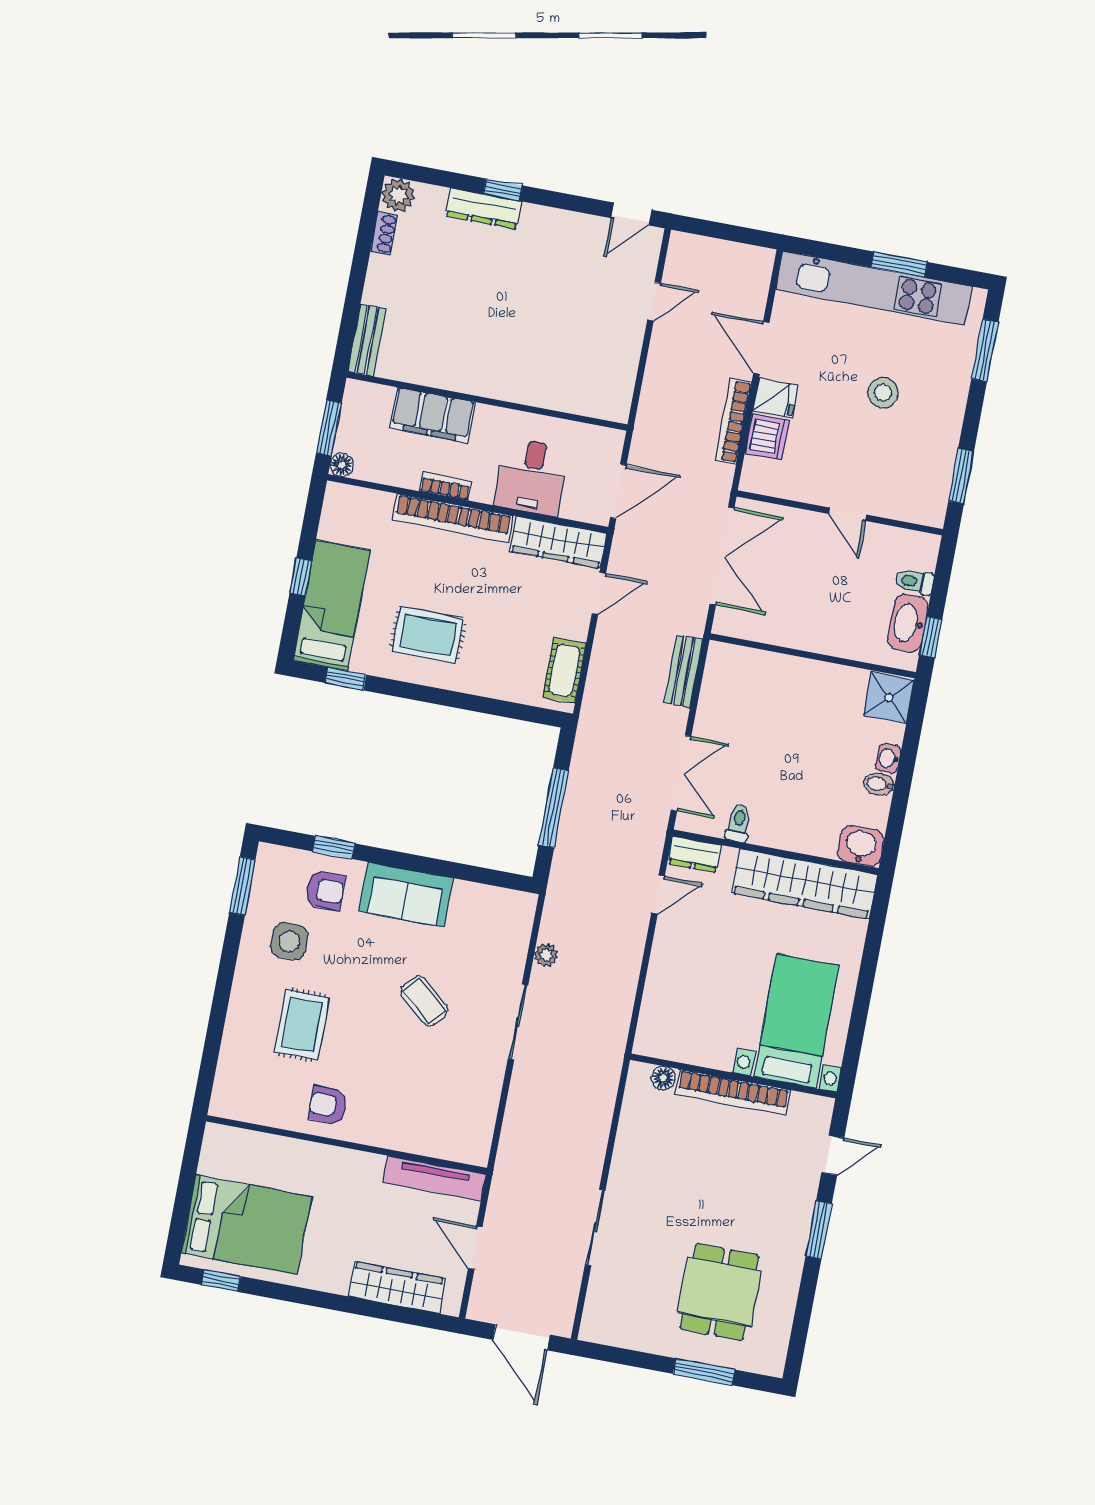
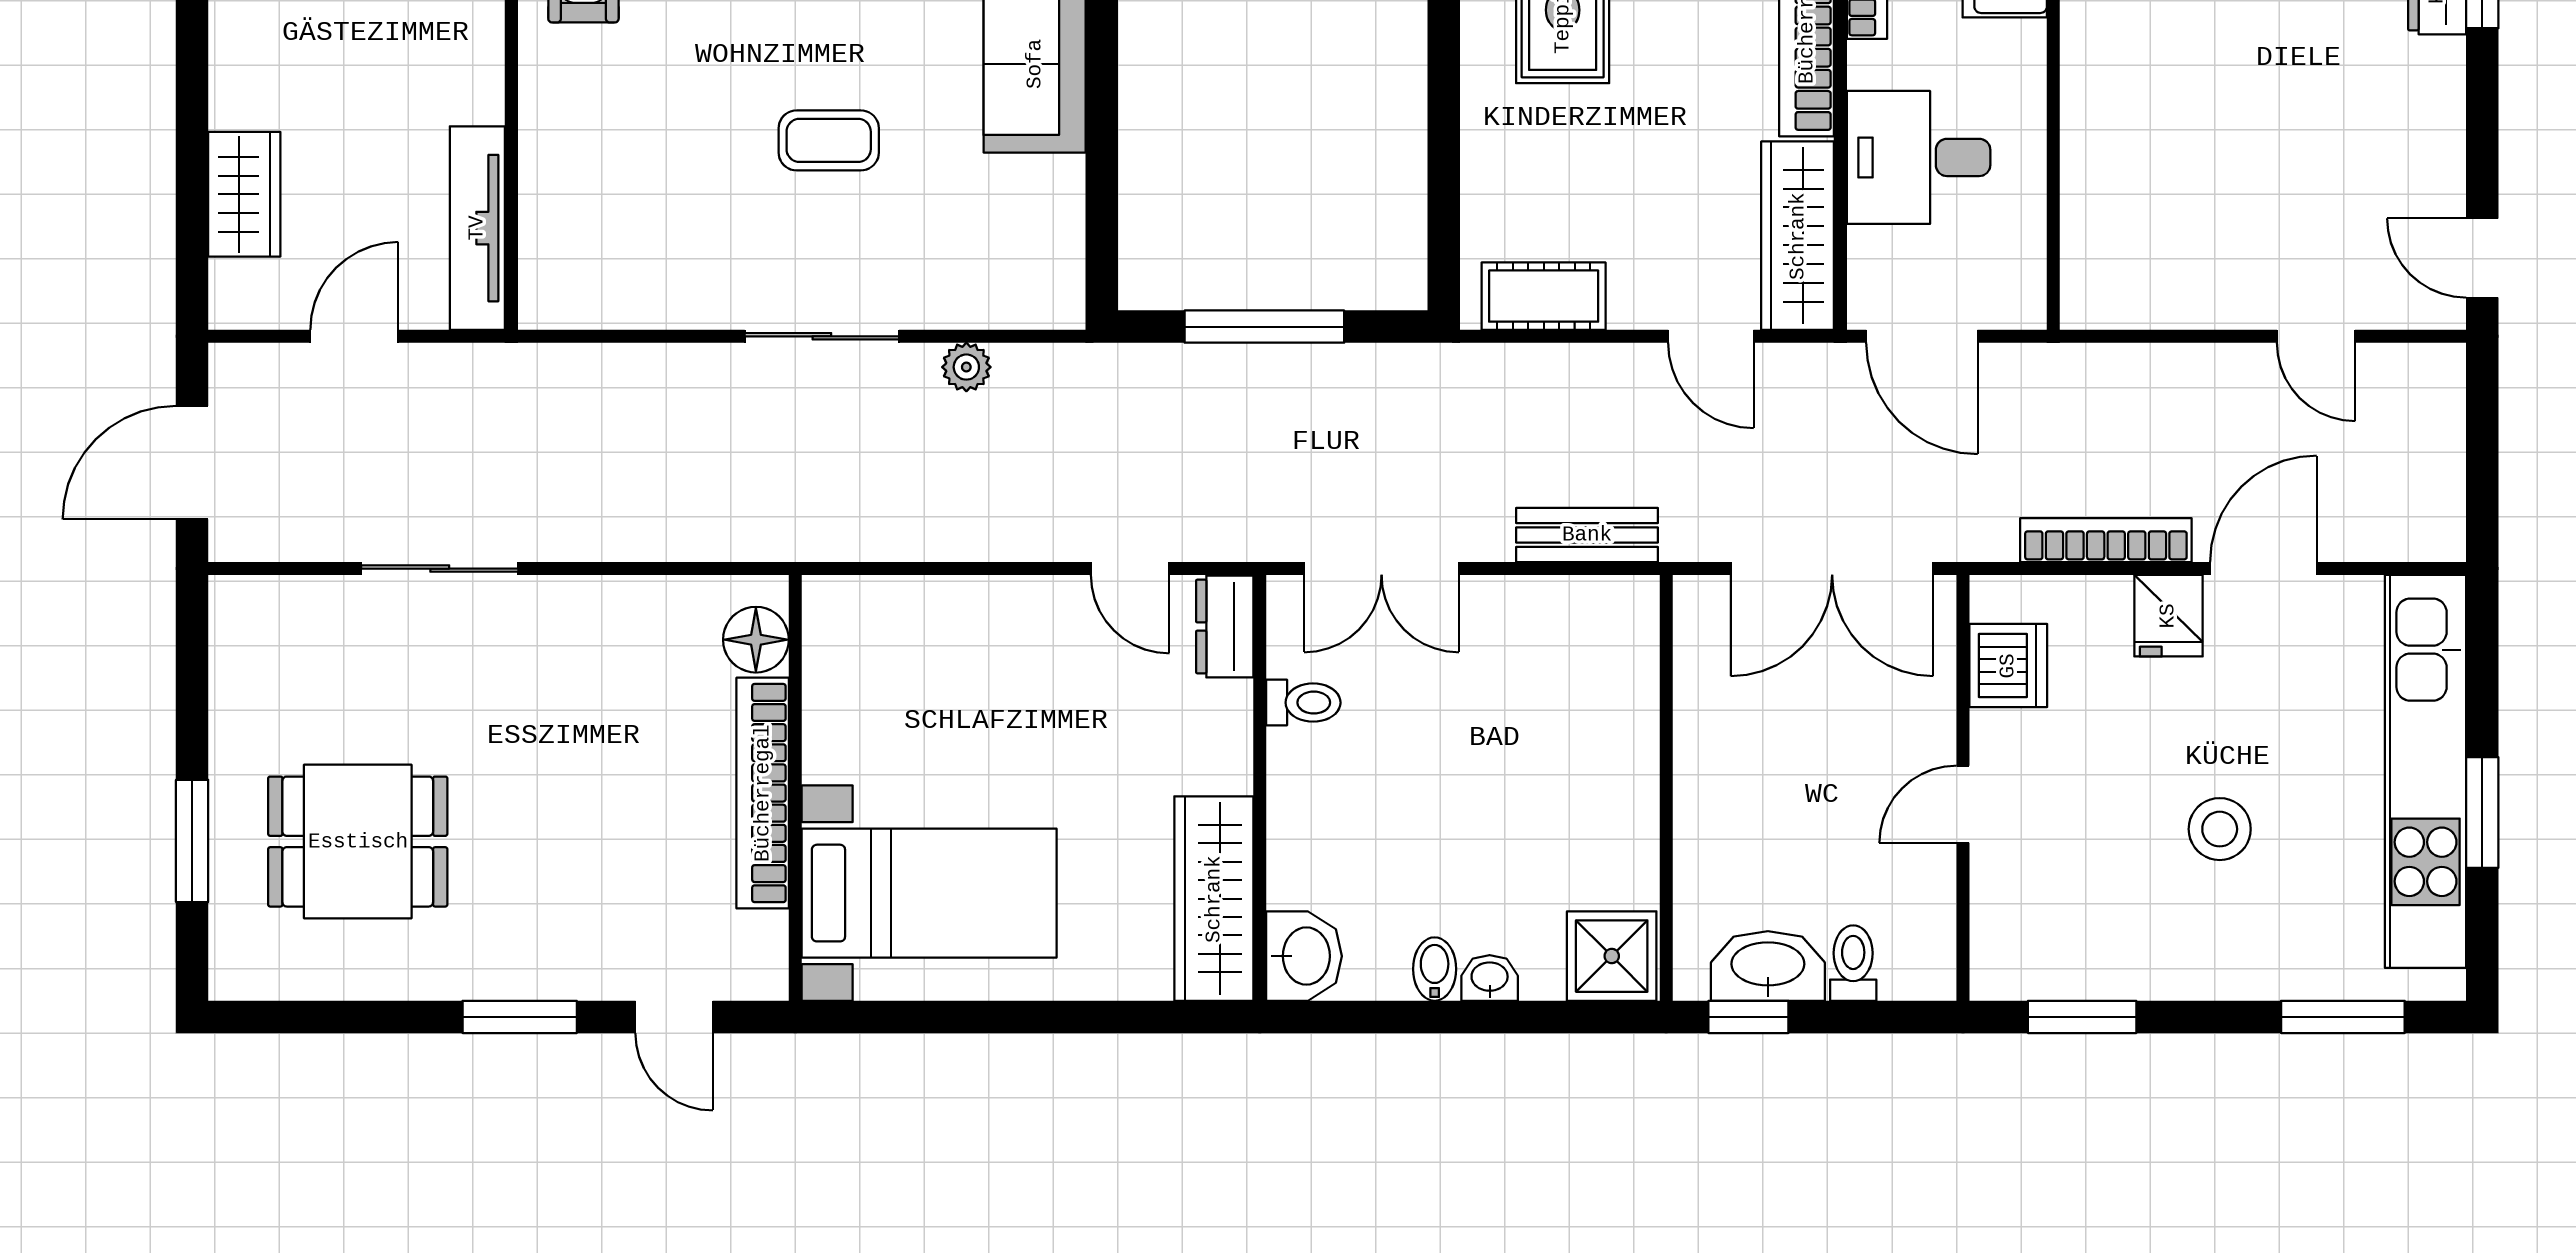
dishwasher: (767, 437) -> (2008, 666), moved, turned -90
wardrobe: (805, 884) -> (1214, 899), width x0.71, depth x0.85
coffee table: (424, 1001) -> (829, 140), turned 49
floor lamp: (663, 1078) -> (756, 640), width x1.37, depth x1.37
wardrobe: (397, 1288) -> (244, 194), width x0.67

